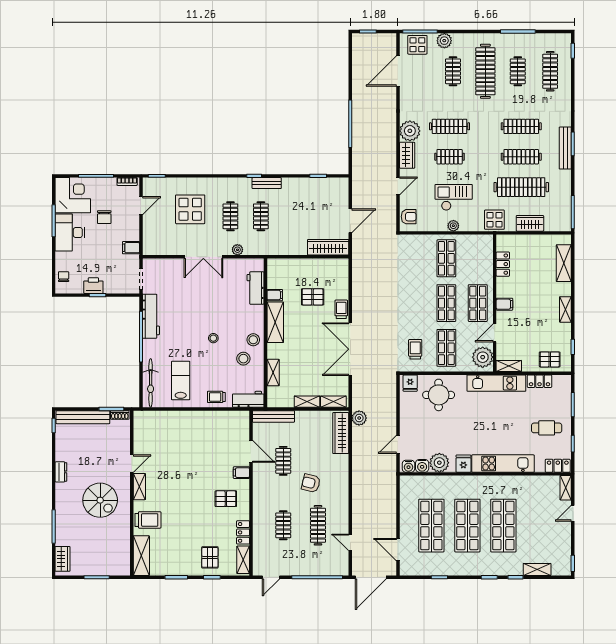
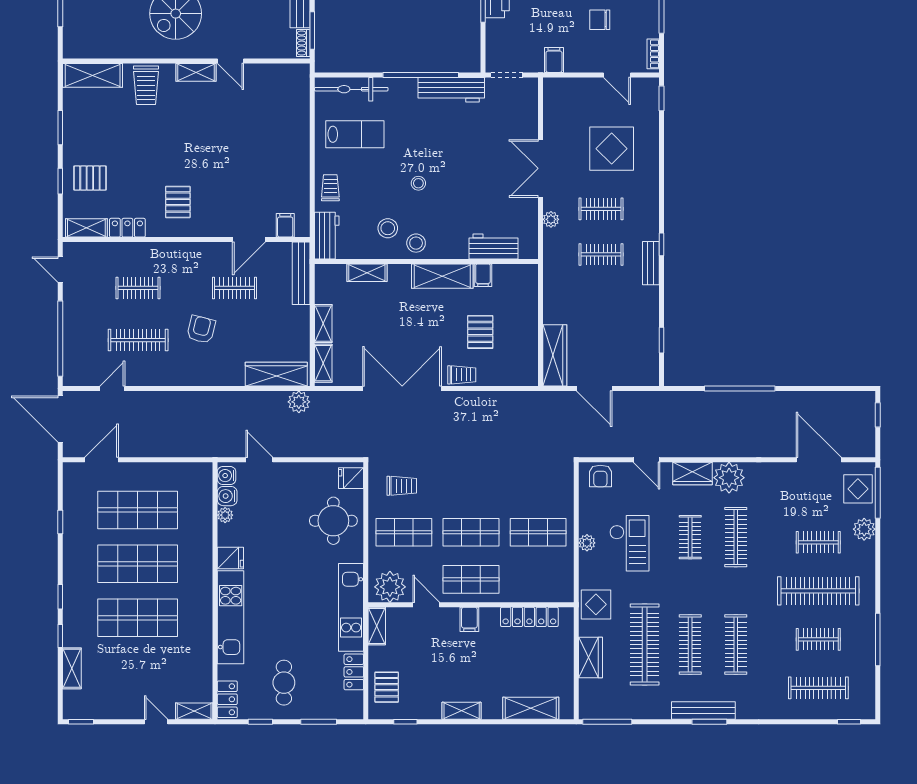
locker: (503, 264) -> (529, 617), width x1.53
plant: (439, 463) -> (225, 515), width x0.53, depth x0.53
filing cabinet: (241, 473) -> (285, 225), moved

